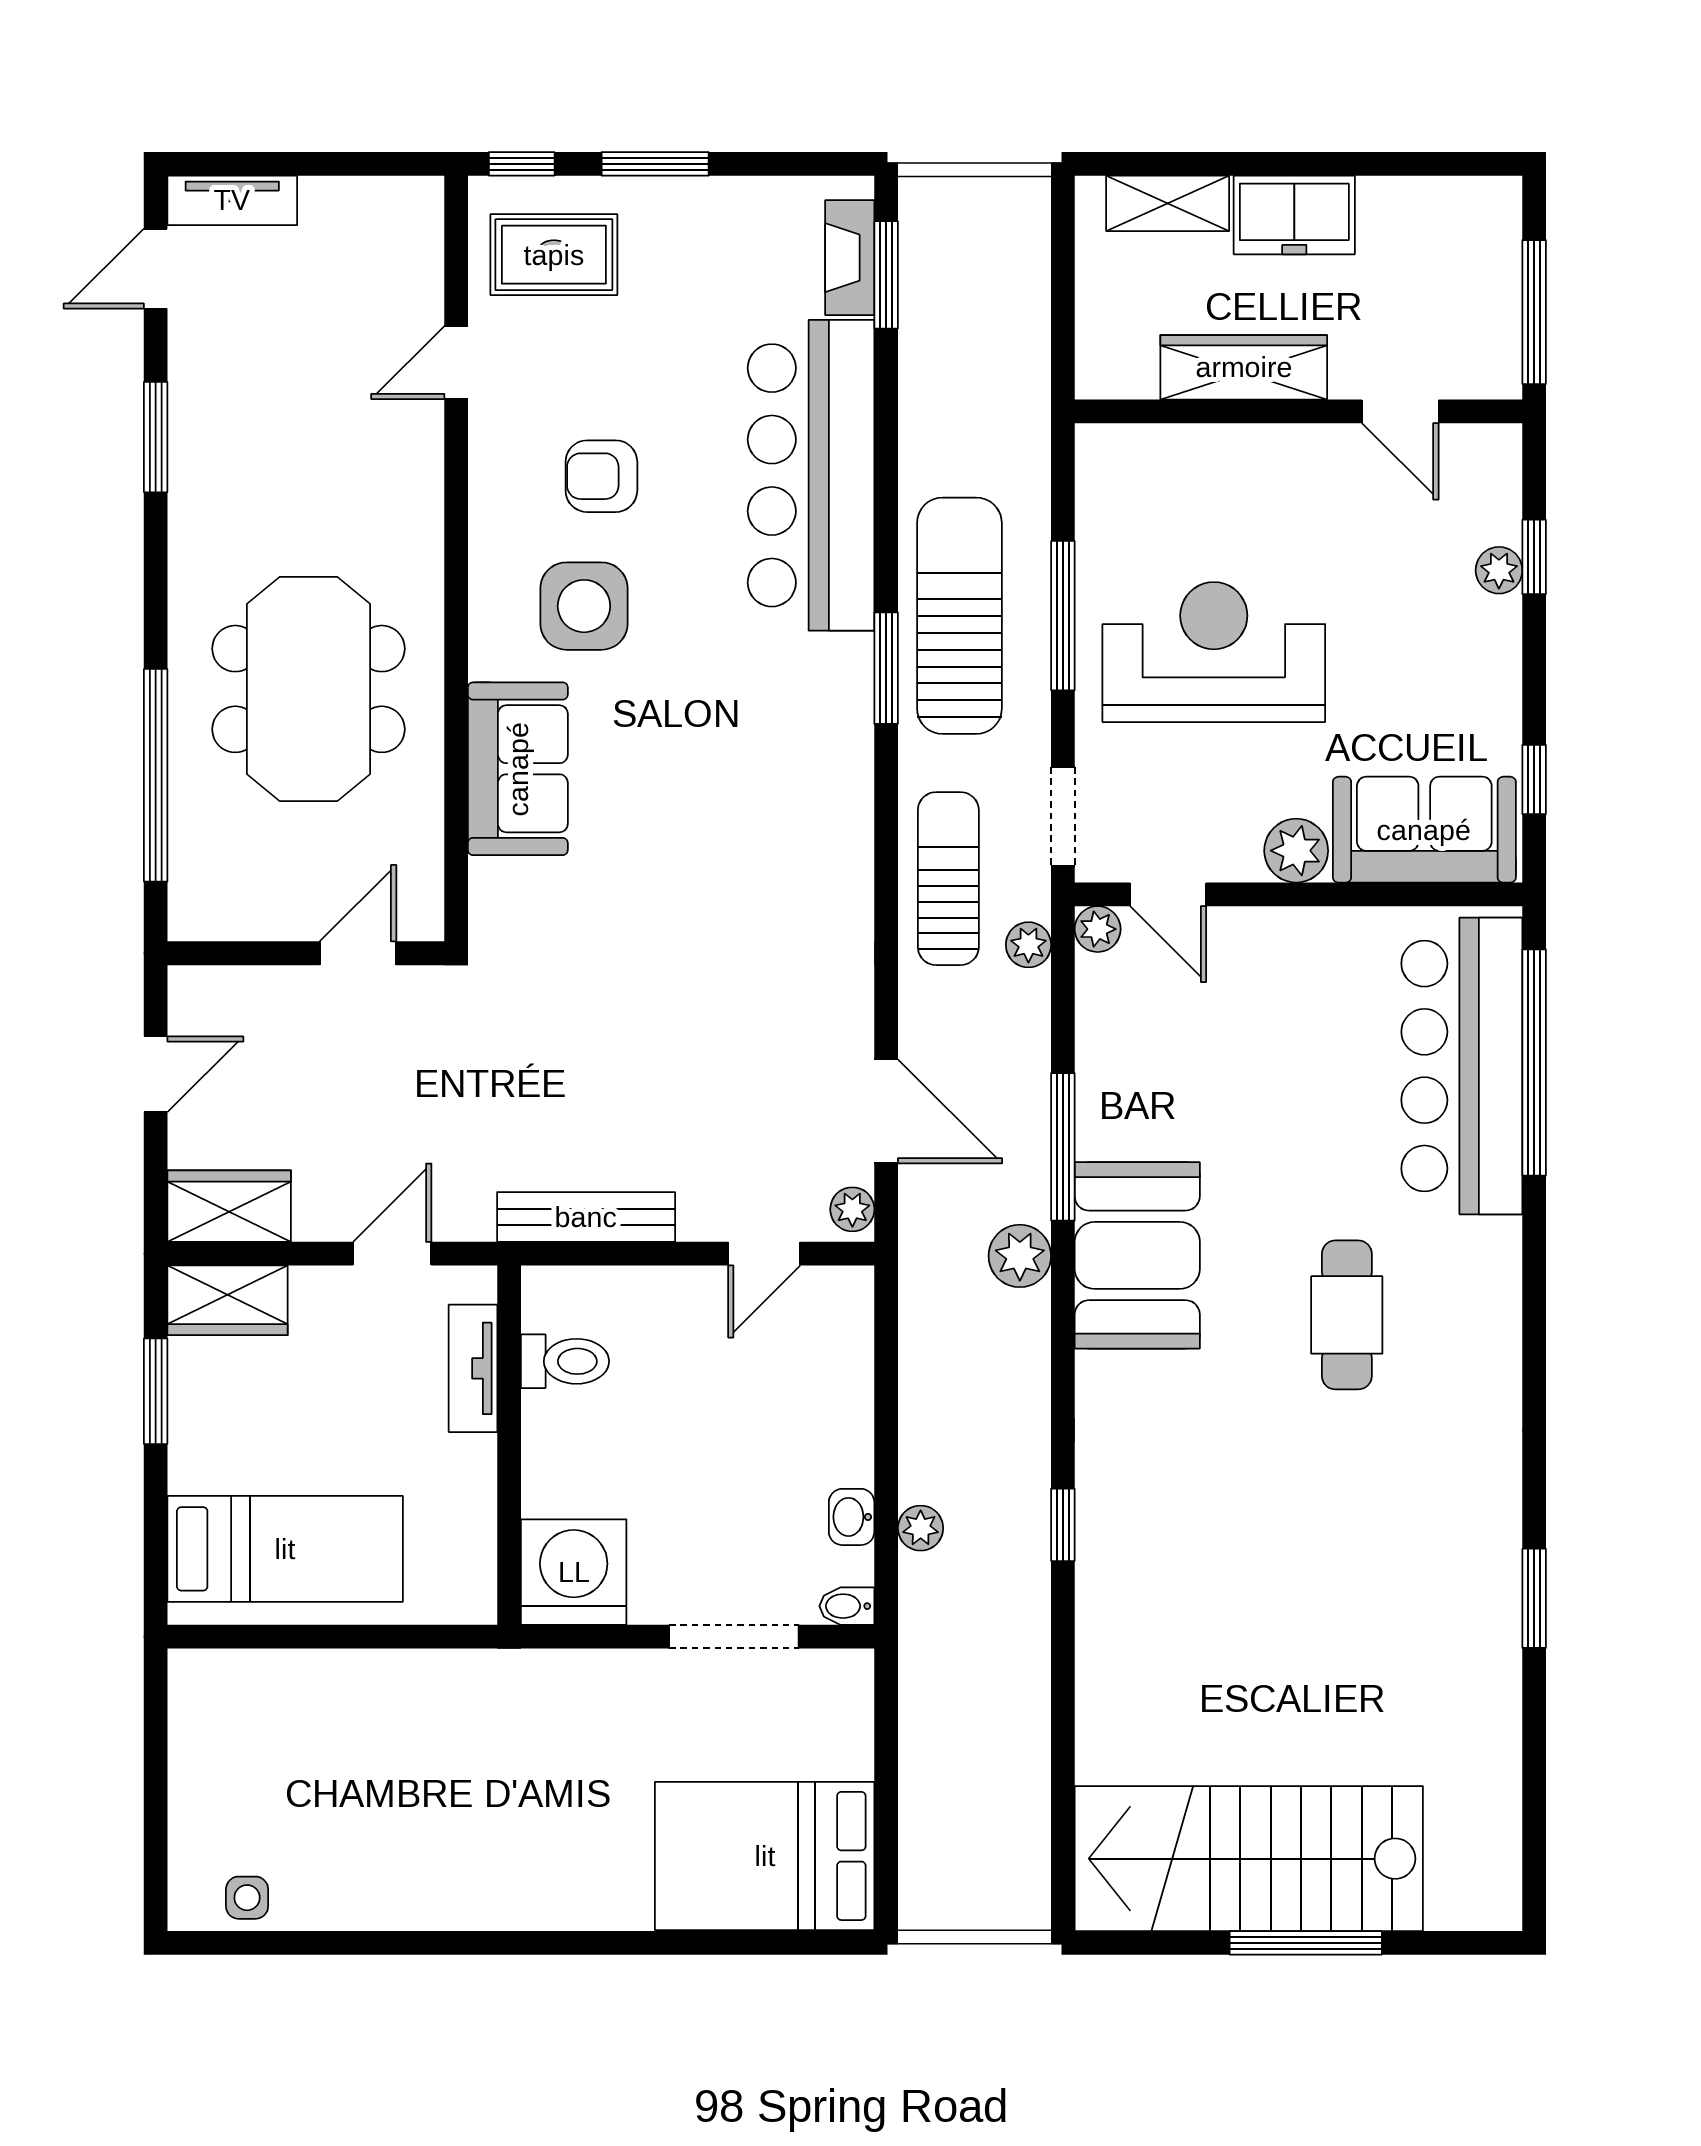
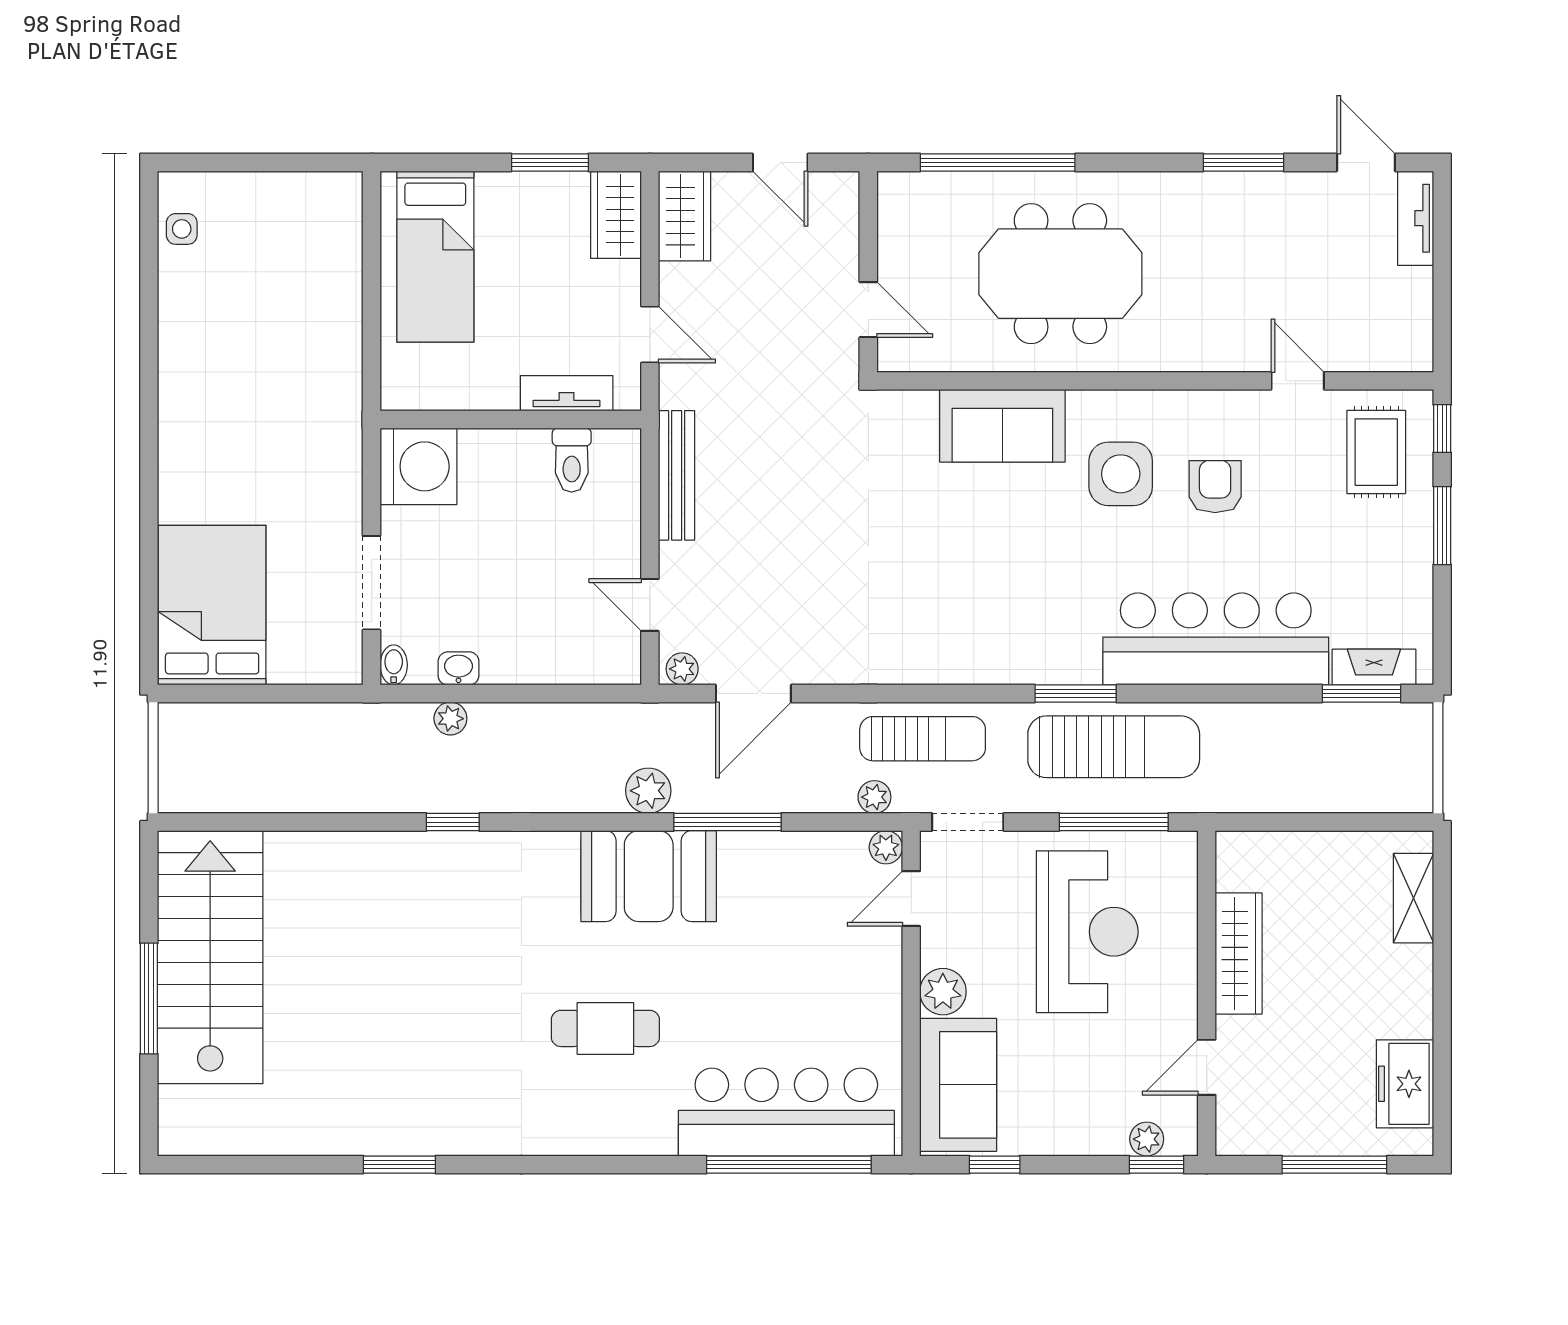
freezer: (1294, 215) -> (1405, 1084), moved
wardrobe: (1244, 367) -> (1239, 953), moved
wall: (1299, 411) -> (1207, 993), moved
door: (1400, 411) -> (1207, 1067), moved

